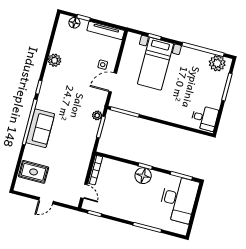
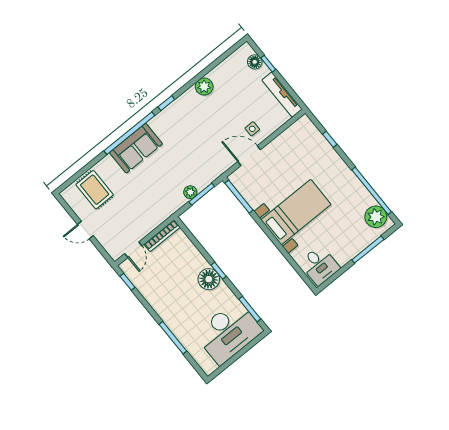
bed with nightstands: (155, 64) -> (296, 212), moved, turned 180
plant: (97, 115) -> (190, 192), moved

